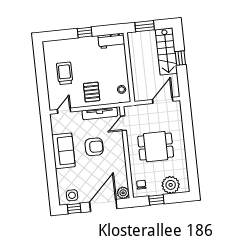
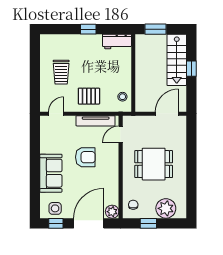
trolley: (65, 73) -> (61, 72), turned 180
pallet: (92, 92) -> (89, 96), turned 90
sofa: (64, 151) -> (51, 173), moved

